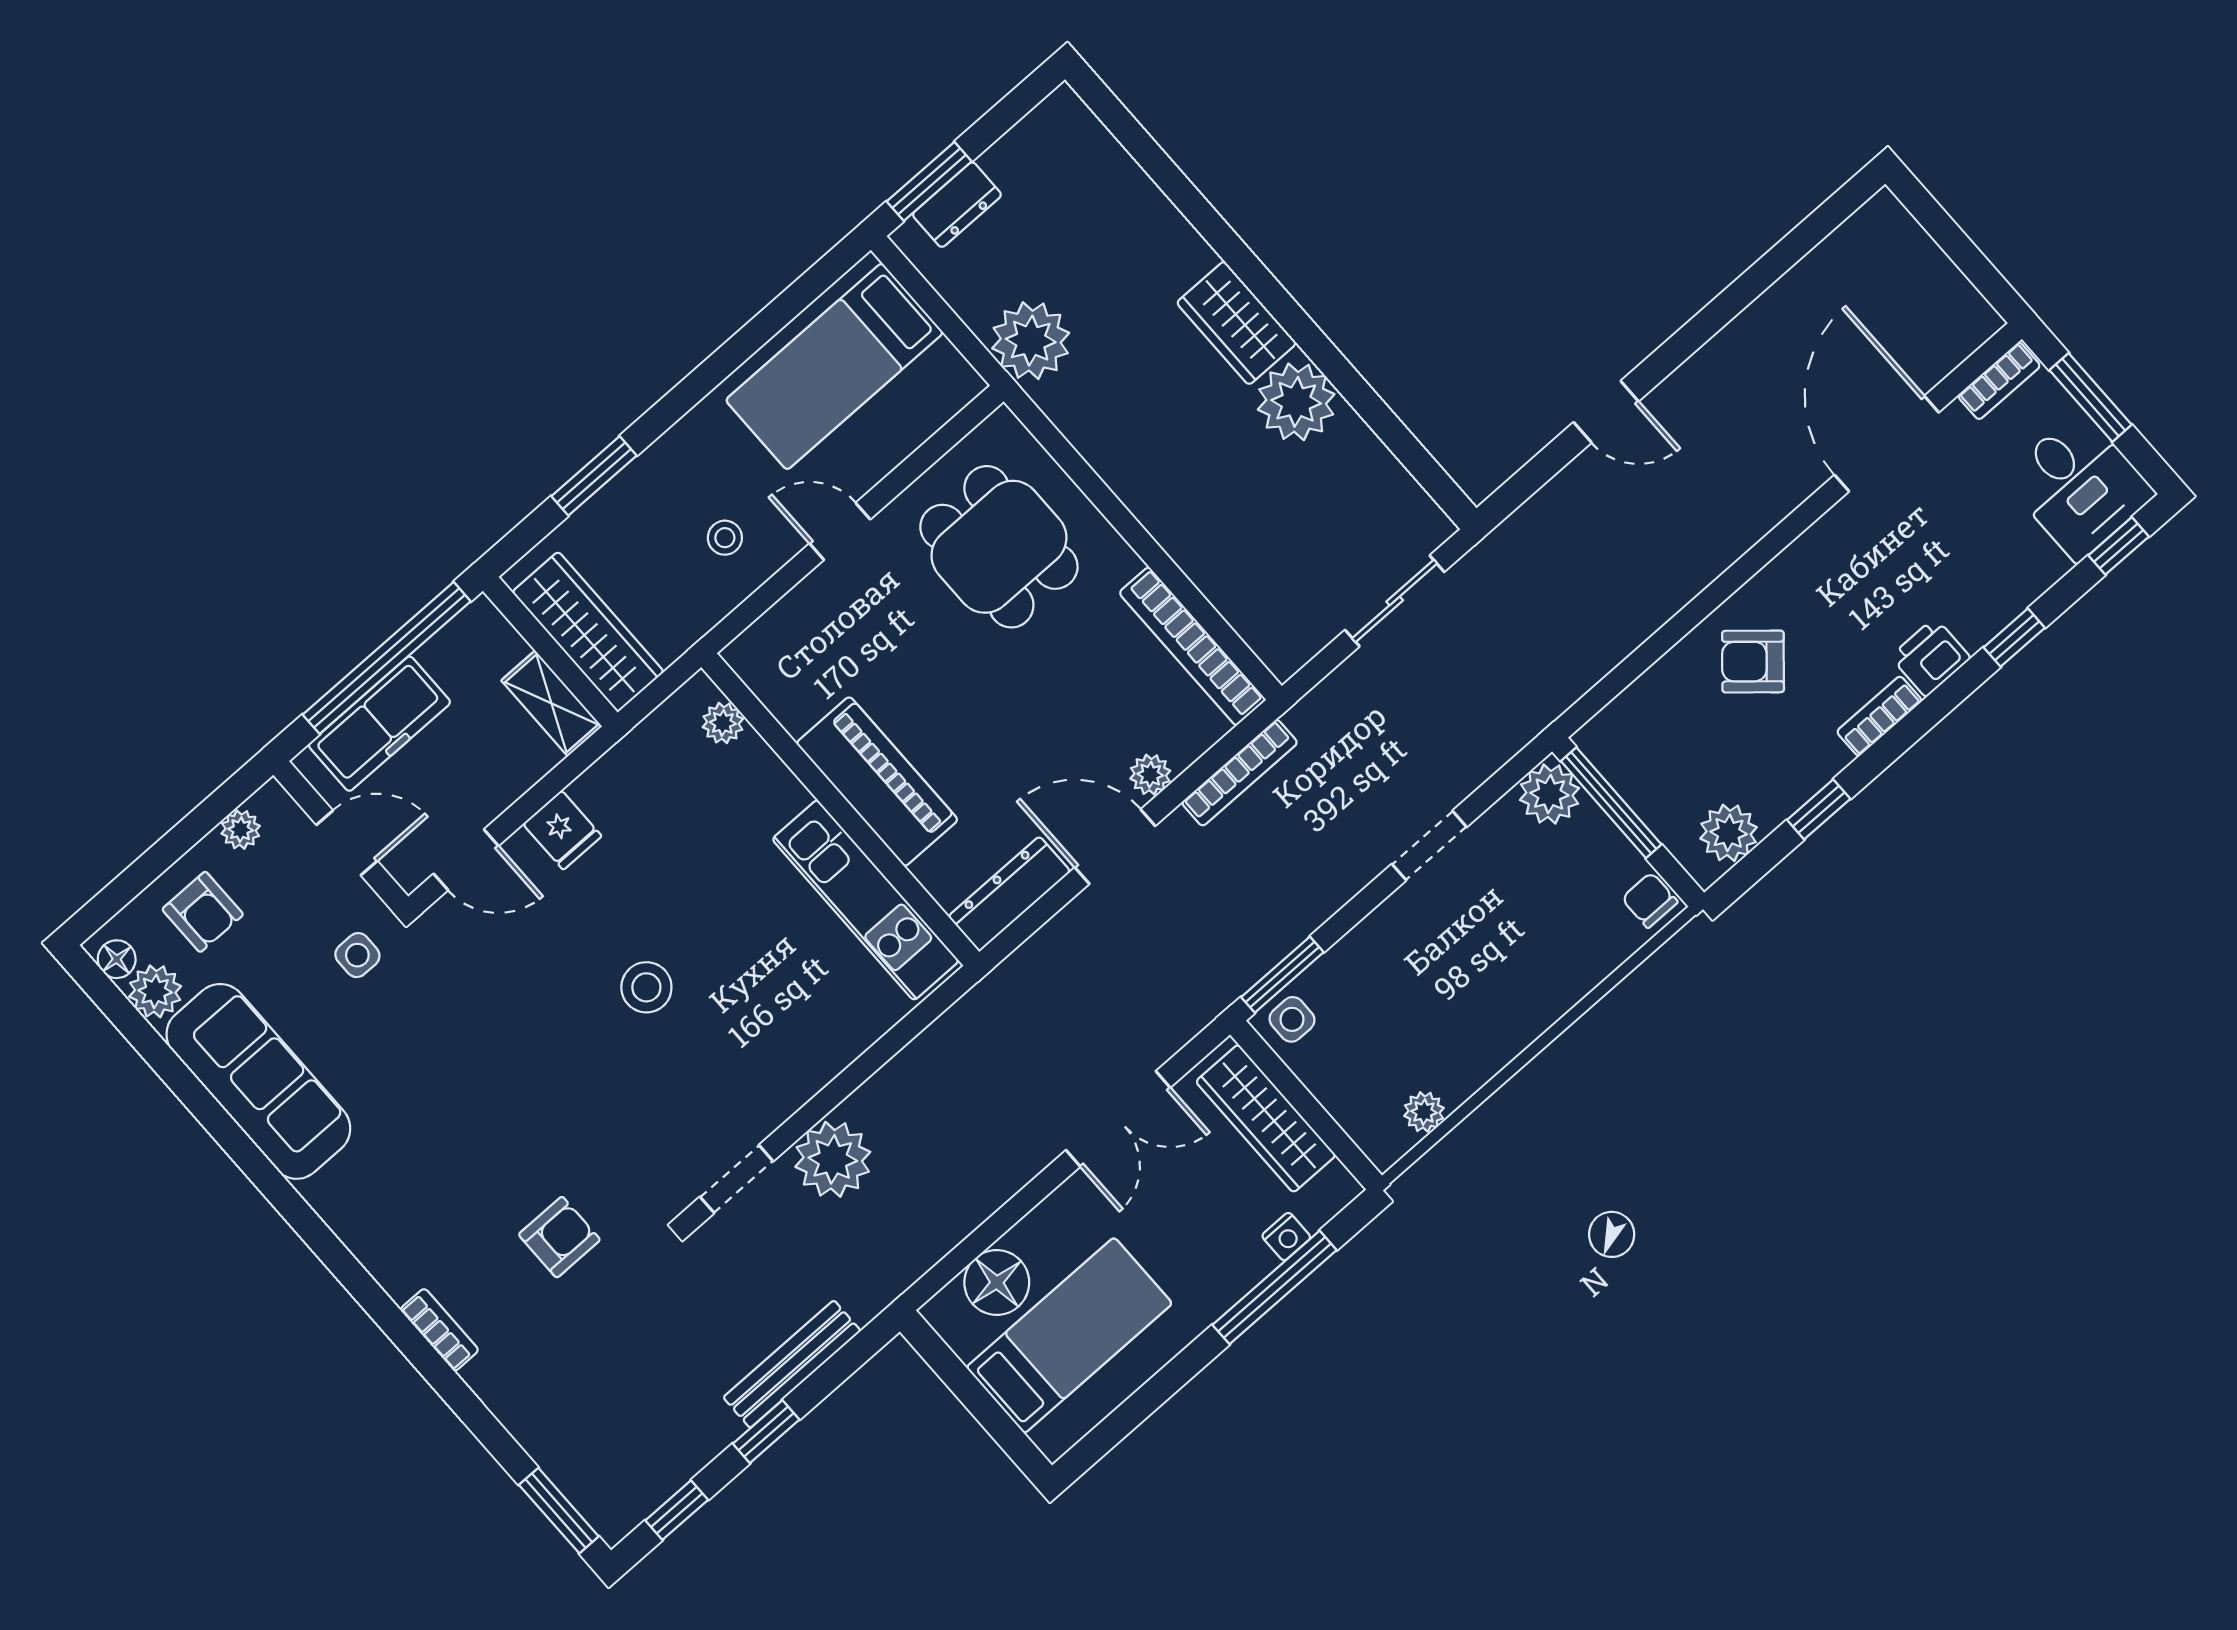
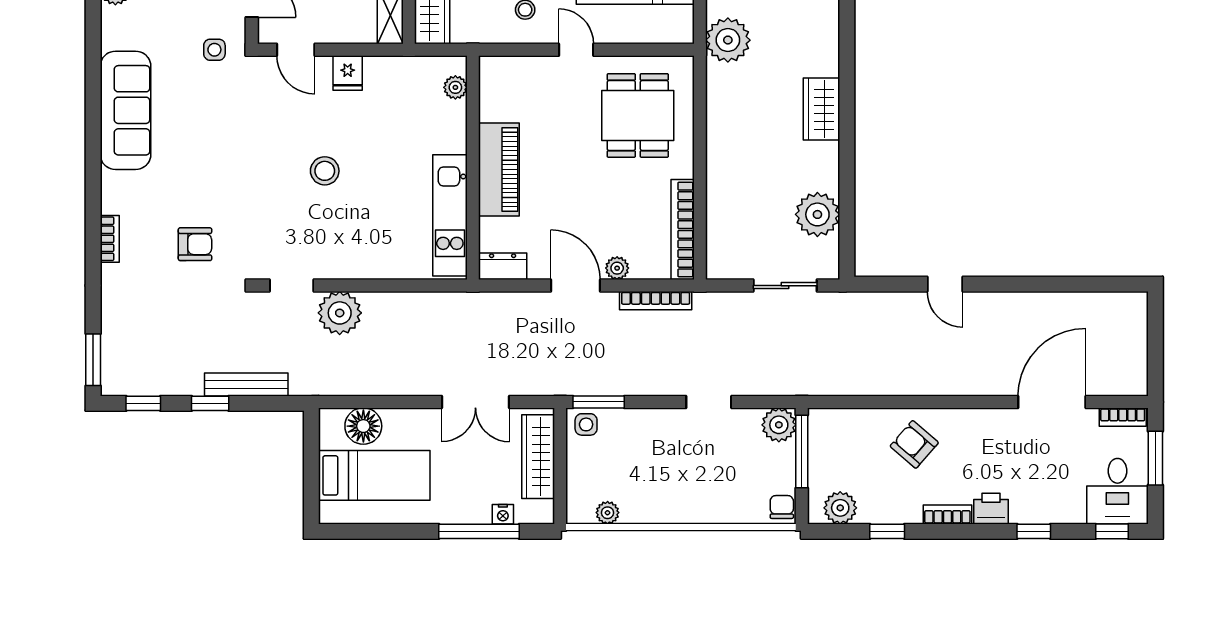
plant: (1296, 402) -> (817, 214), moved
dresser: (1009, 894) -> (503, 266), width x0.70
sofa: (258, 1081) -> (126, 110), moved

